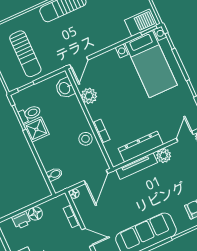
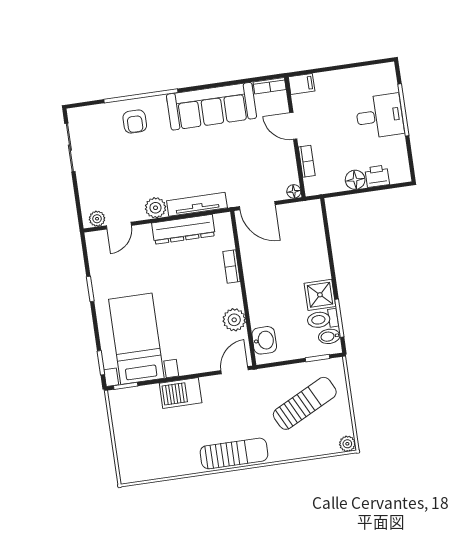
barbecue: (141, 23) -> (181, 393), moved
sun lounger: (25, 54) -> (305, 403), turned 63
stool: (86, 139) -> (256, 262), removed
bidet: (54, 174) -> (329, 336), moved
door: (96, 177) -> (257, 206), swing flipped

